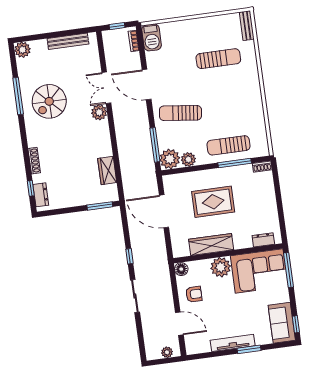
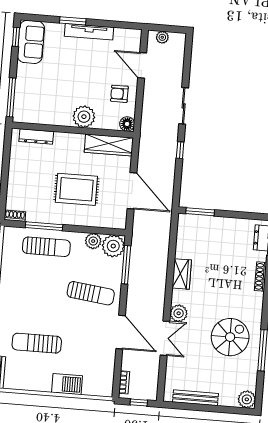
barbecue: (152, 37) -> (67, 384), moved, turned 90
wardrobe: (107, 171) -> (182, 274), moved
dresser: (263, 240) -> (36, 137), width x1.44
wardrobe: (211, 245) -> (109, 145), moved
corner sofa: (259, 271) -> (43, 103), removed

